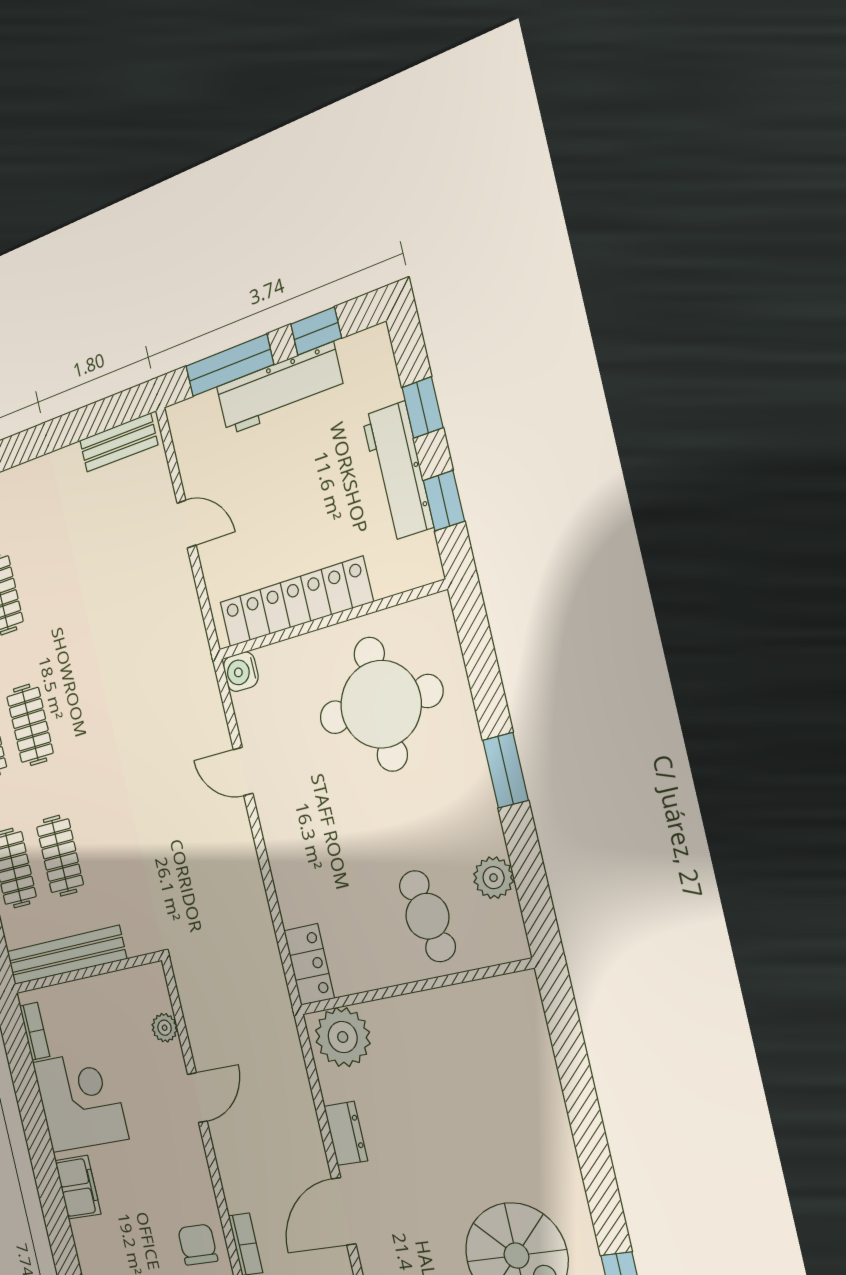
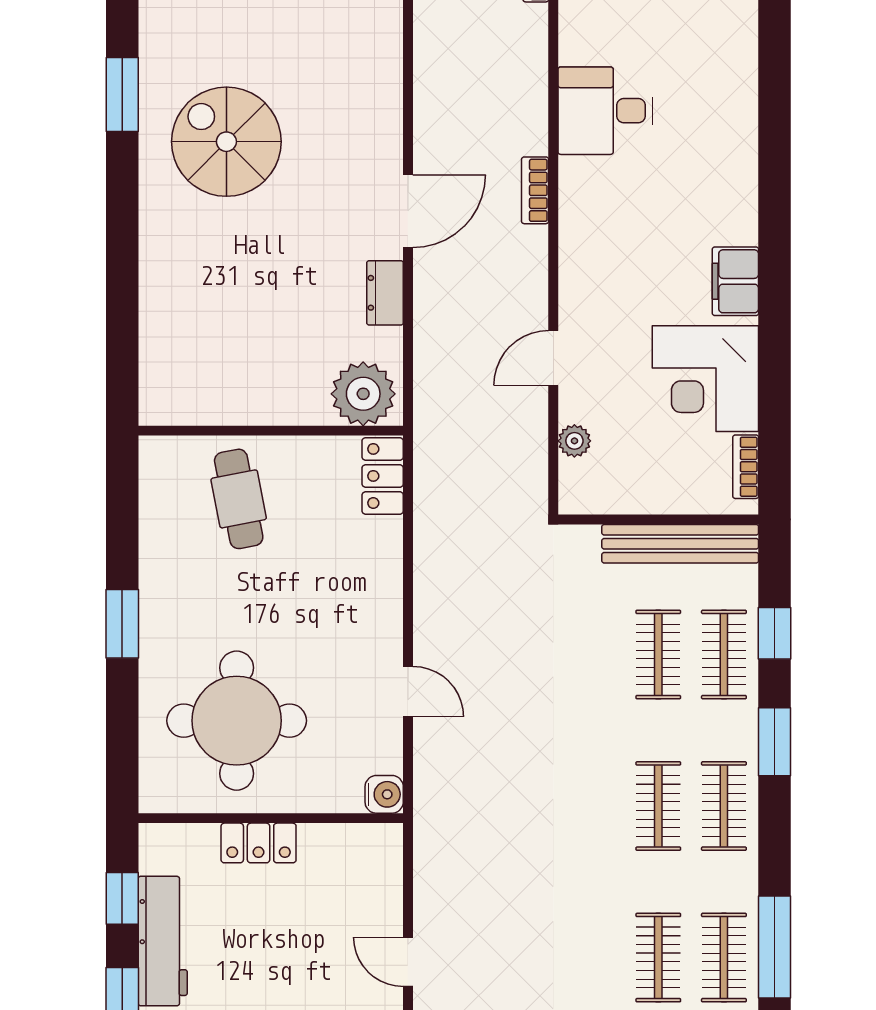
locker: (295, 602) -> (259, 843), width x0.46, depth x0.83
plant: (494, 878) -> (160, 522), removed
chair: (198, 1245) -> (595, 197), removed

